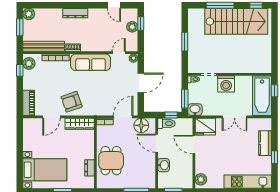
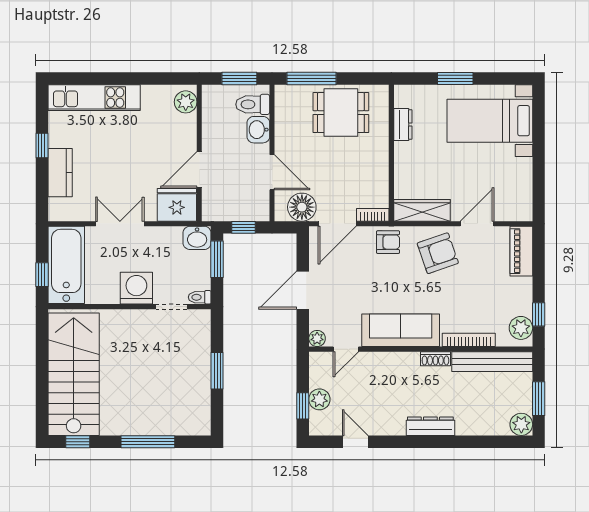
stairs: (236, 21) -> (74, 374), moved, turned 90
armchair: (97, 107) -> (388, 242), added
toilet: (166, 123) -> (253, 104), moved
door: (194, 145) -> (199, 170), swing flipped
dining table: (111, 161) -> (341, 113), moved, turned 90

